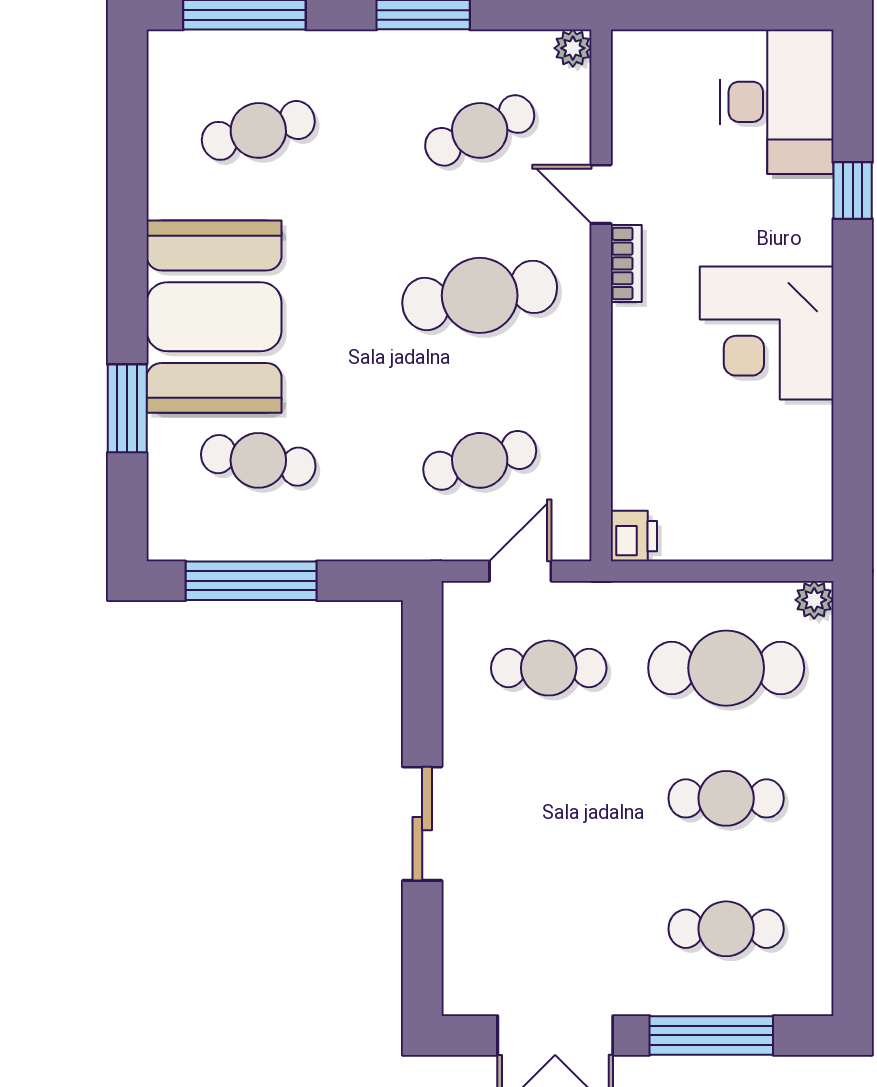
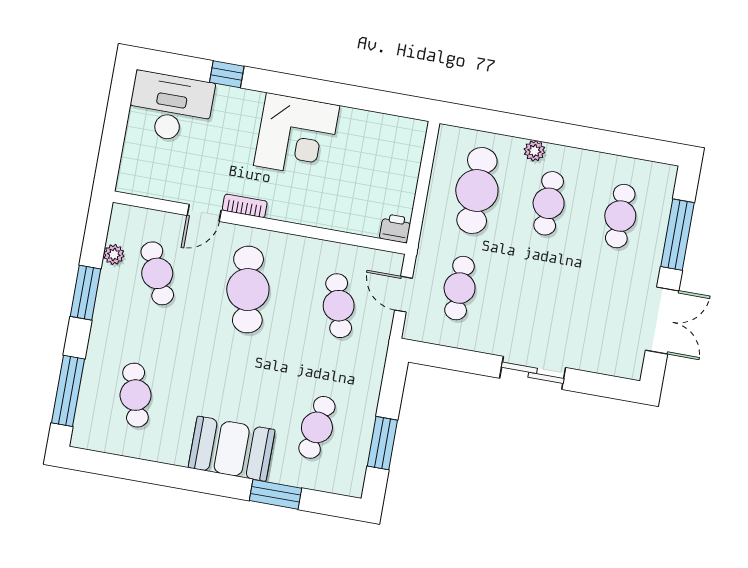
plant: (573, 48) -> (114, 254), moved
booth: (214, 317) -> (232, 449), width x0.73, depth x0.70
window: (251, 581) -> (382, 443), width x0.69
plant: (814, 600) -> (534, 151), moved

